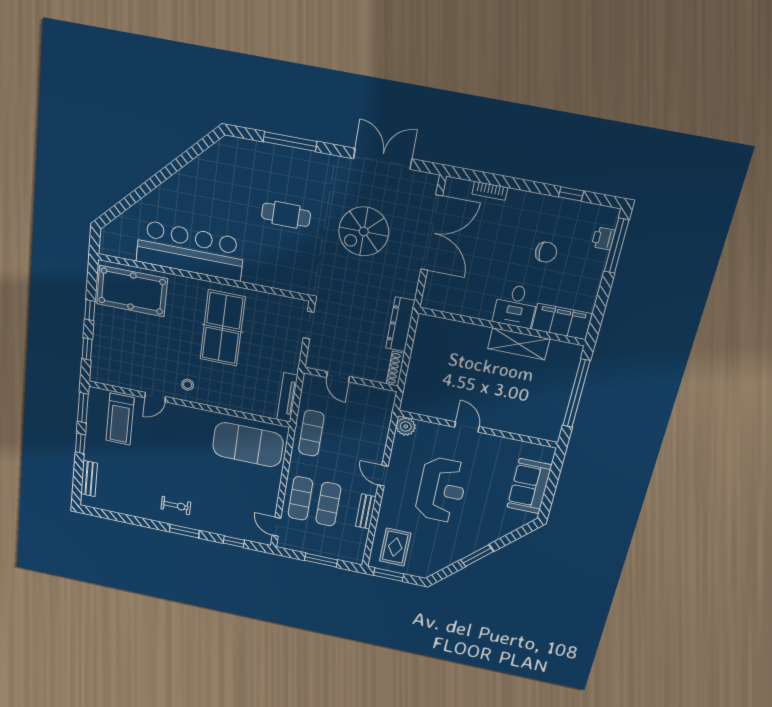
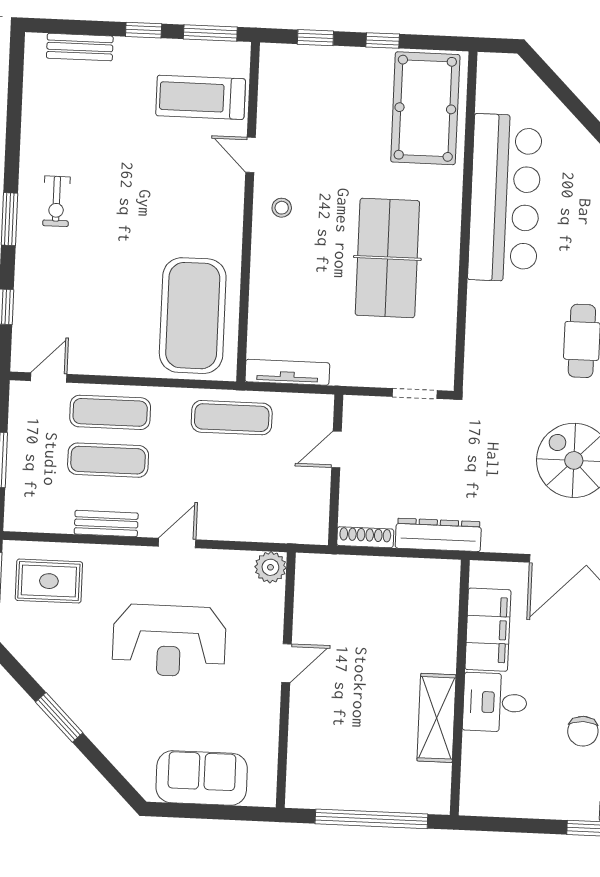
filing cabinet: (562, 322) -> (488, 630), moved
table tennis table: (223, 328) -> (387, 258), turned 90

